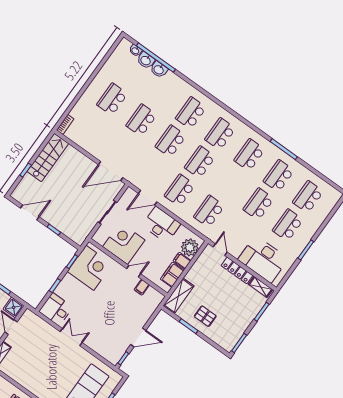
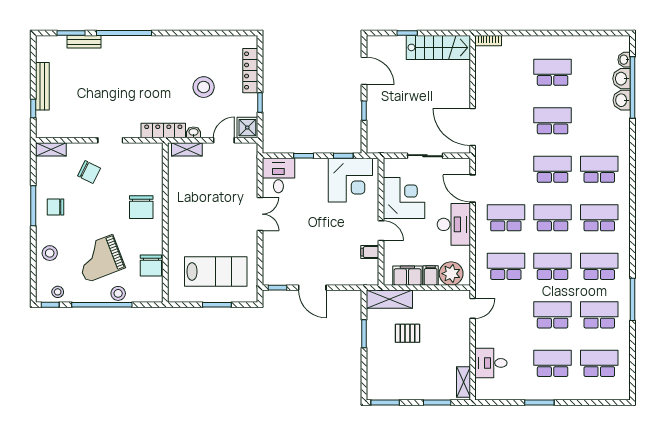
school desk: (229, 183) -> (553, 266), added
desk: (263, 259) -> (491, 363), width x0.53, depth x0.77
locker: (237, 270) -> (463, 343), removed
pallet: (205, 316) -> (407, 333), moved, turned 90

